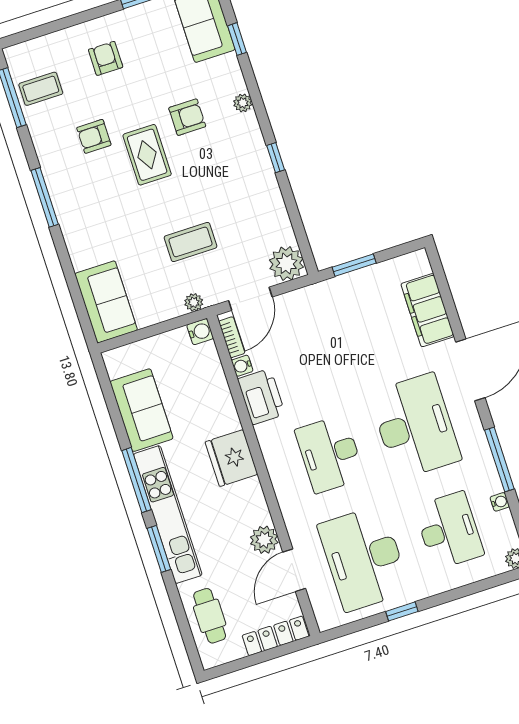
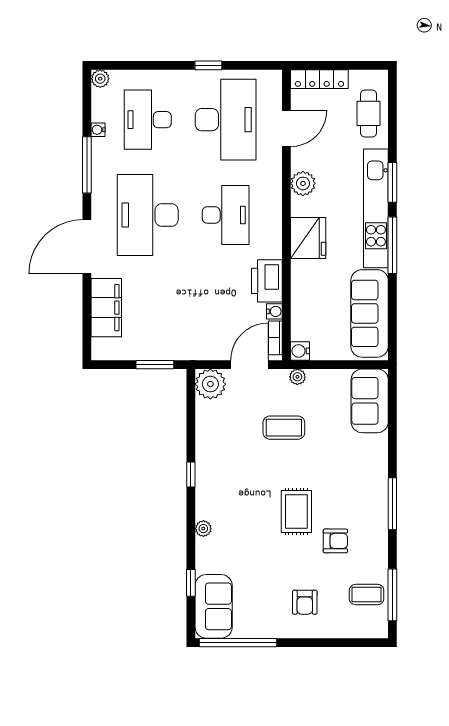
armchair: (187, 117) -> (253, 532), removed
sofa: (141, 410) -> (370, 313), width x1.36
plant: (264, 540) -> (303, 183), moved

